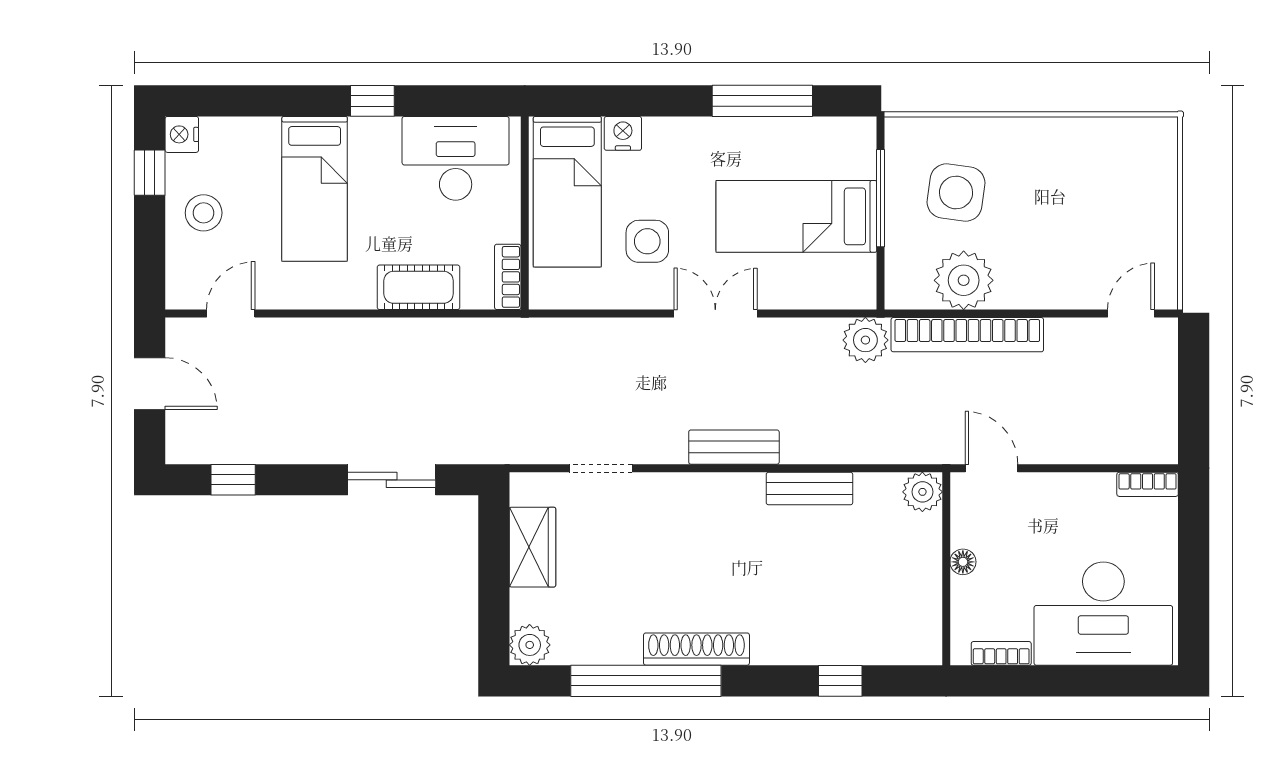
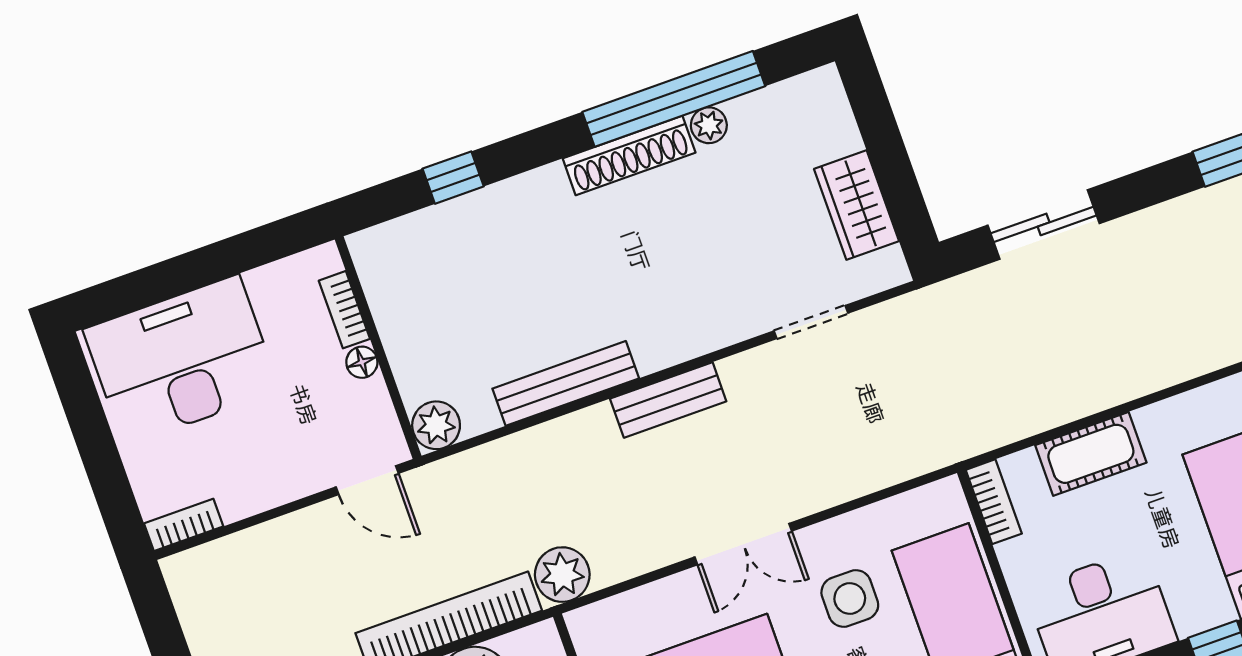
bench: (809, 489) -> (566, 383), width x1.36
plant: (530, 645) -> (709, 125), moved, width x0.73, depth x0.73
bookcase: (1001, 653) -> (344, 310), moved, turned 90

